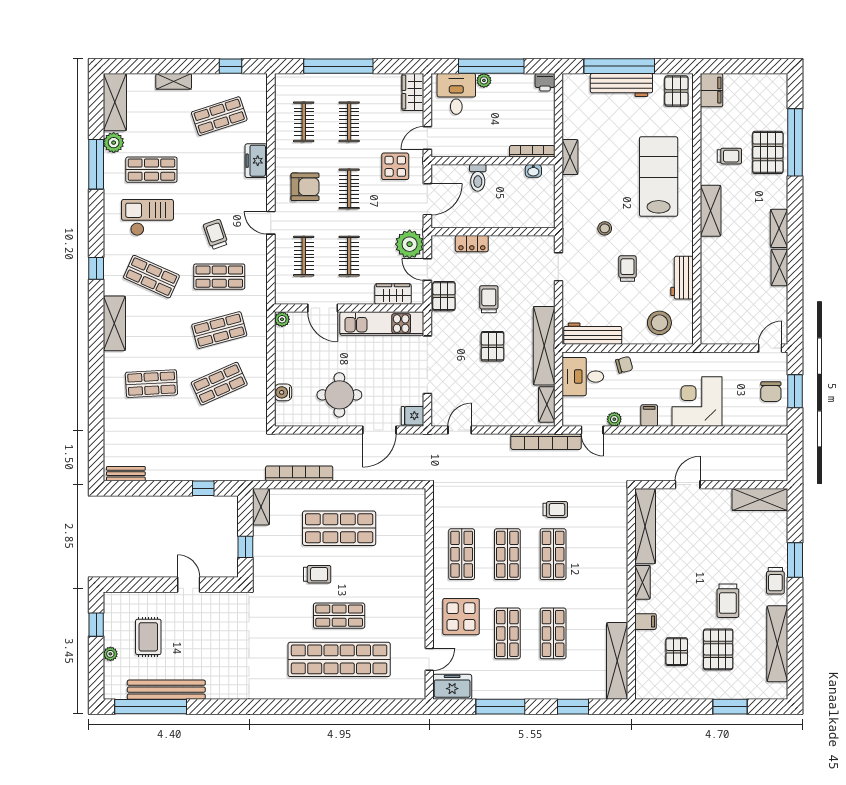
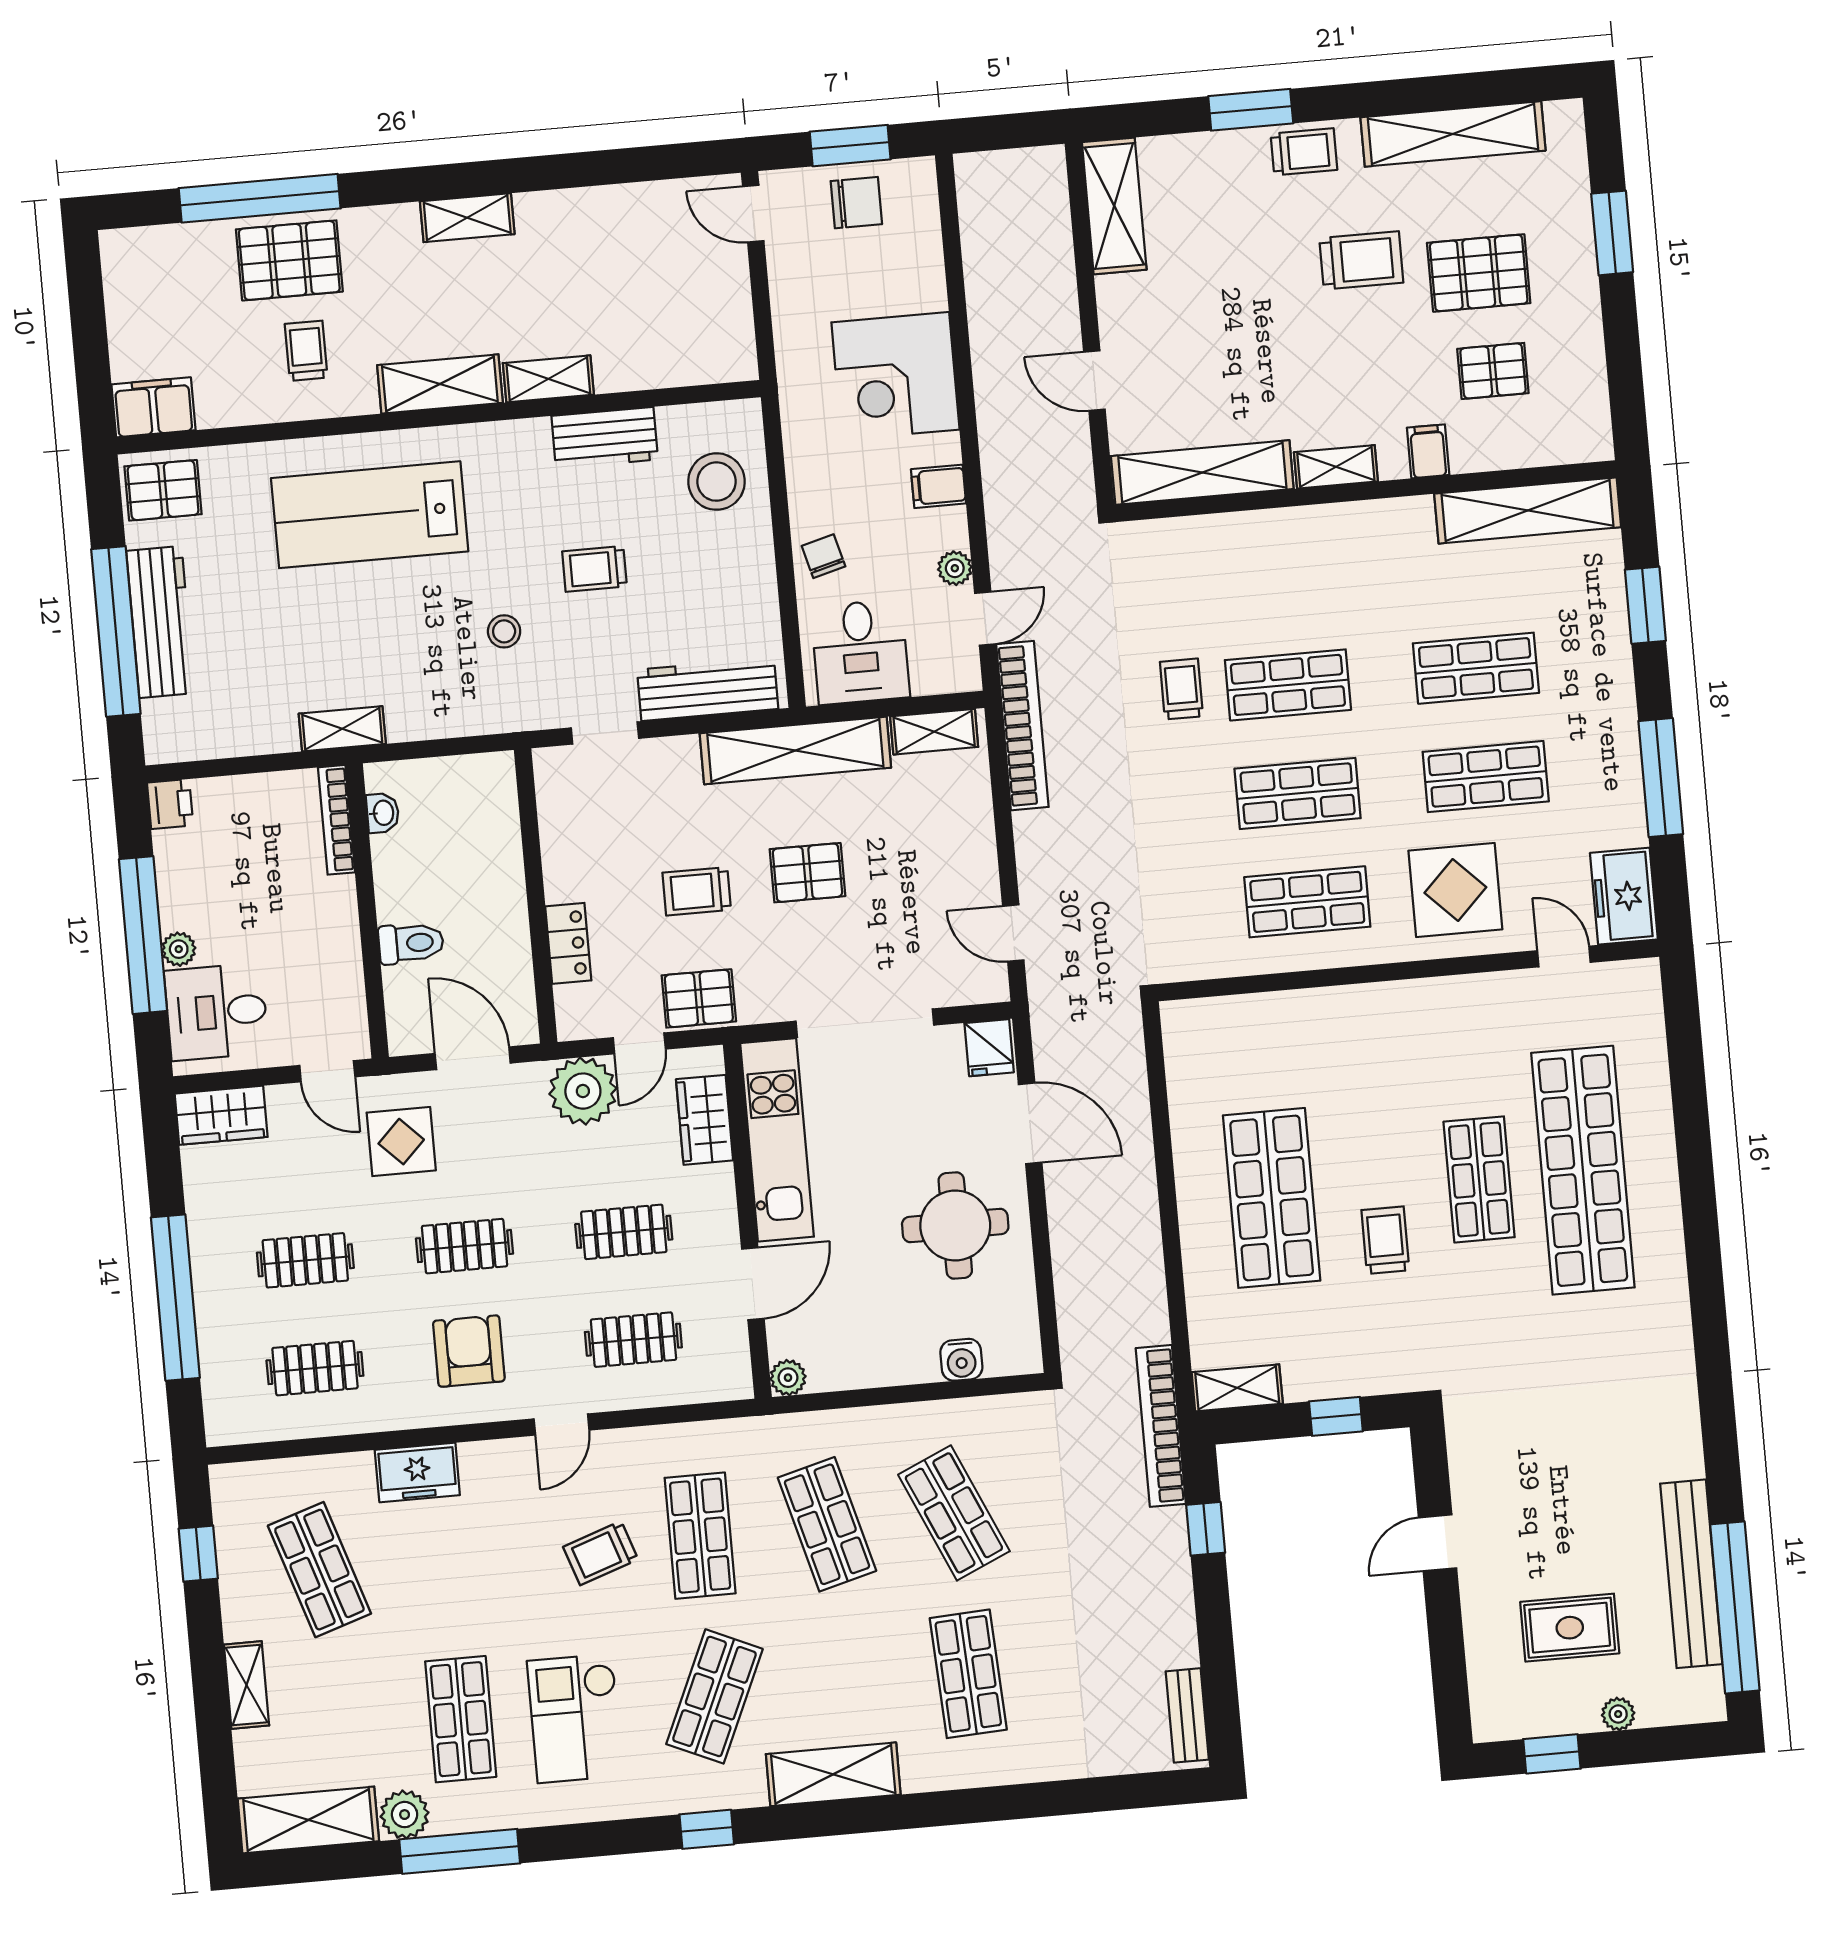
shelving: (779, 267) -> (548, 379), moved
workbench: (593, 334) -> (708, 689), moved, turned 90
bookcase: (299, 473) -> (1161, 1426), moved

